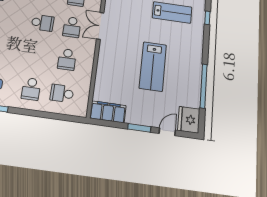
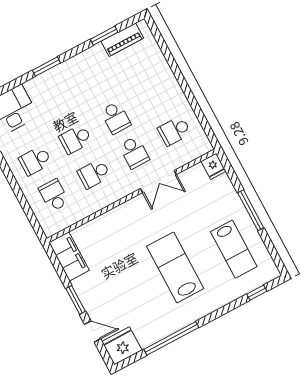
double door: (100, 26) -> (158, 182), swing flipped
school desk: (72, 27) -> (134, 152), turned -90
school desk: (37, 55) -> (75, 139), added
lab bench: (153, 66) -> (175, 267), moved, turned 90

